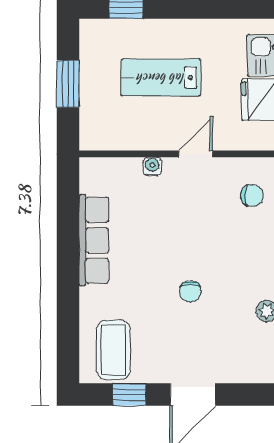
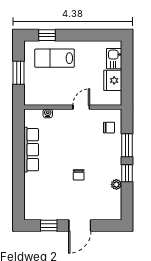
lab bench: (161, 78) -> (55, 58), moved
water cooler: (152, 166) -> (48, 113), moved
coffee table: (113, 350) -> (41, 203), removed

